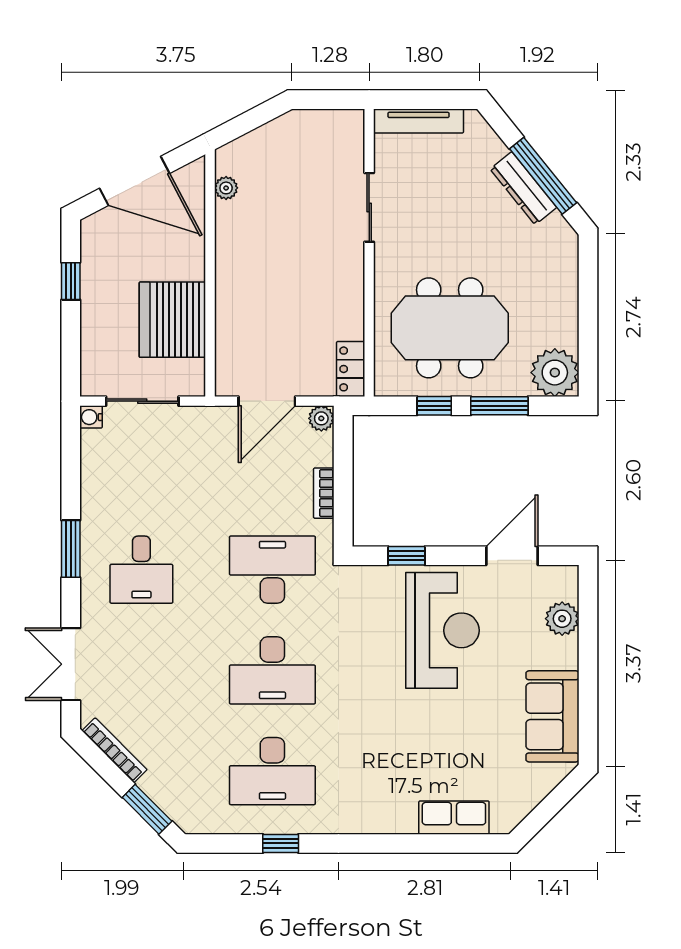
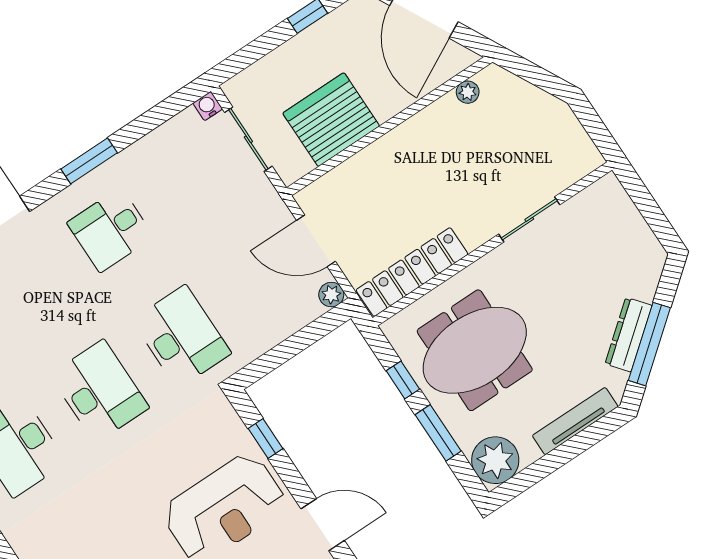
tv unit: (419, 121) -> (575, 421), moved, turned 90
meeting table: (450, 328) -> (475, 350), turned 90
locker: (351, 369) -> (412, 272), width x2.16, depth x1.21
bookcase: (324, 493) -> (272, 337), removed
desk: (272, 670) -> (99, 391), turned 180

